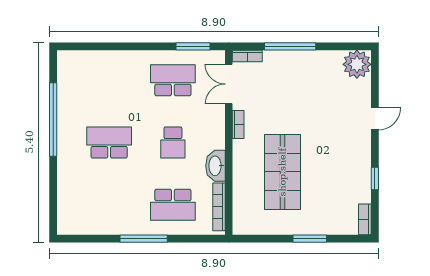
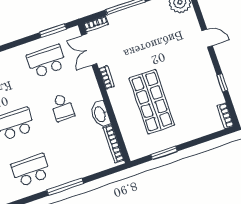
door: (375, 119) -> (207, 38), hinge flipped
school desk: (173, 205) -> (31, 170), moved, turned 180
window: (310, 239) -> (164, 153), moved

